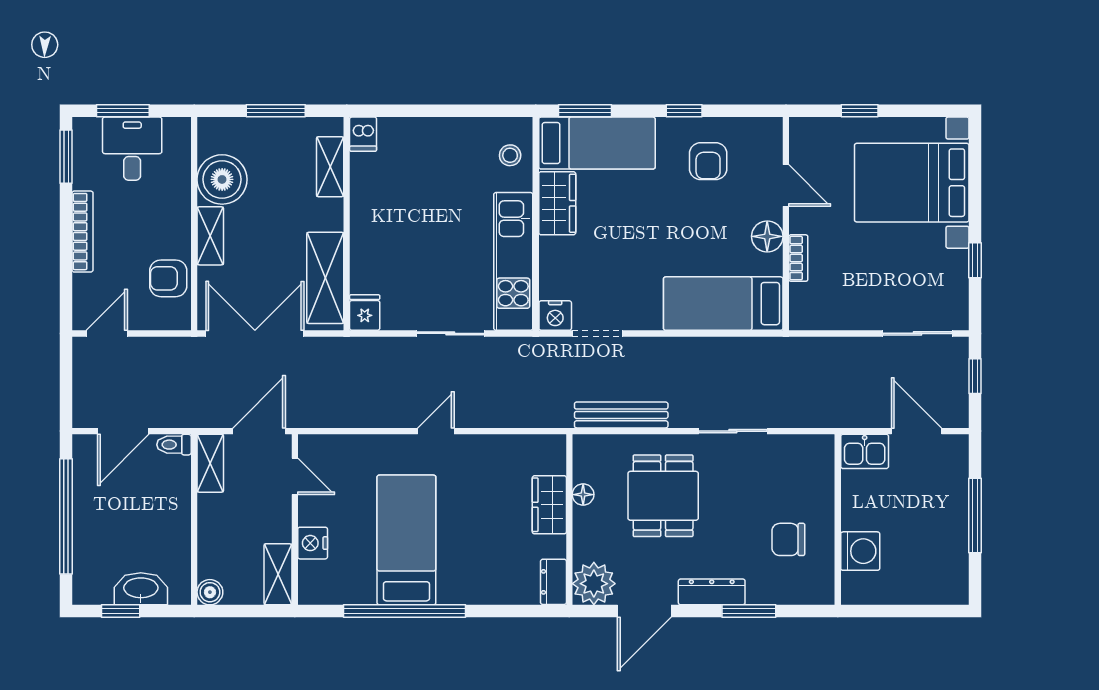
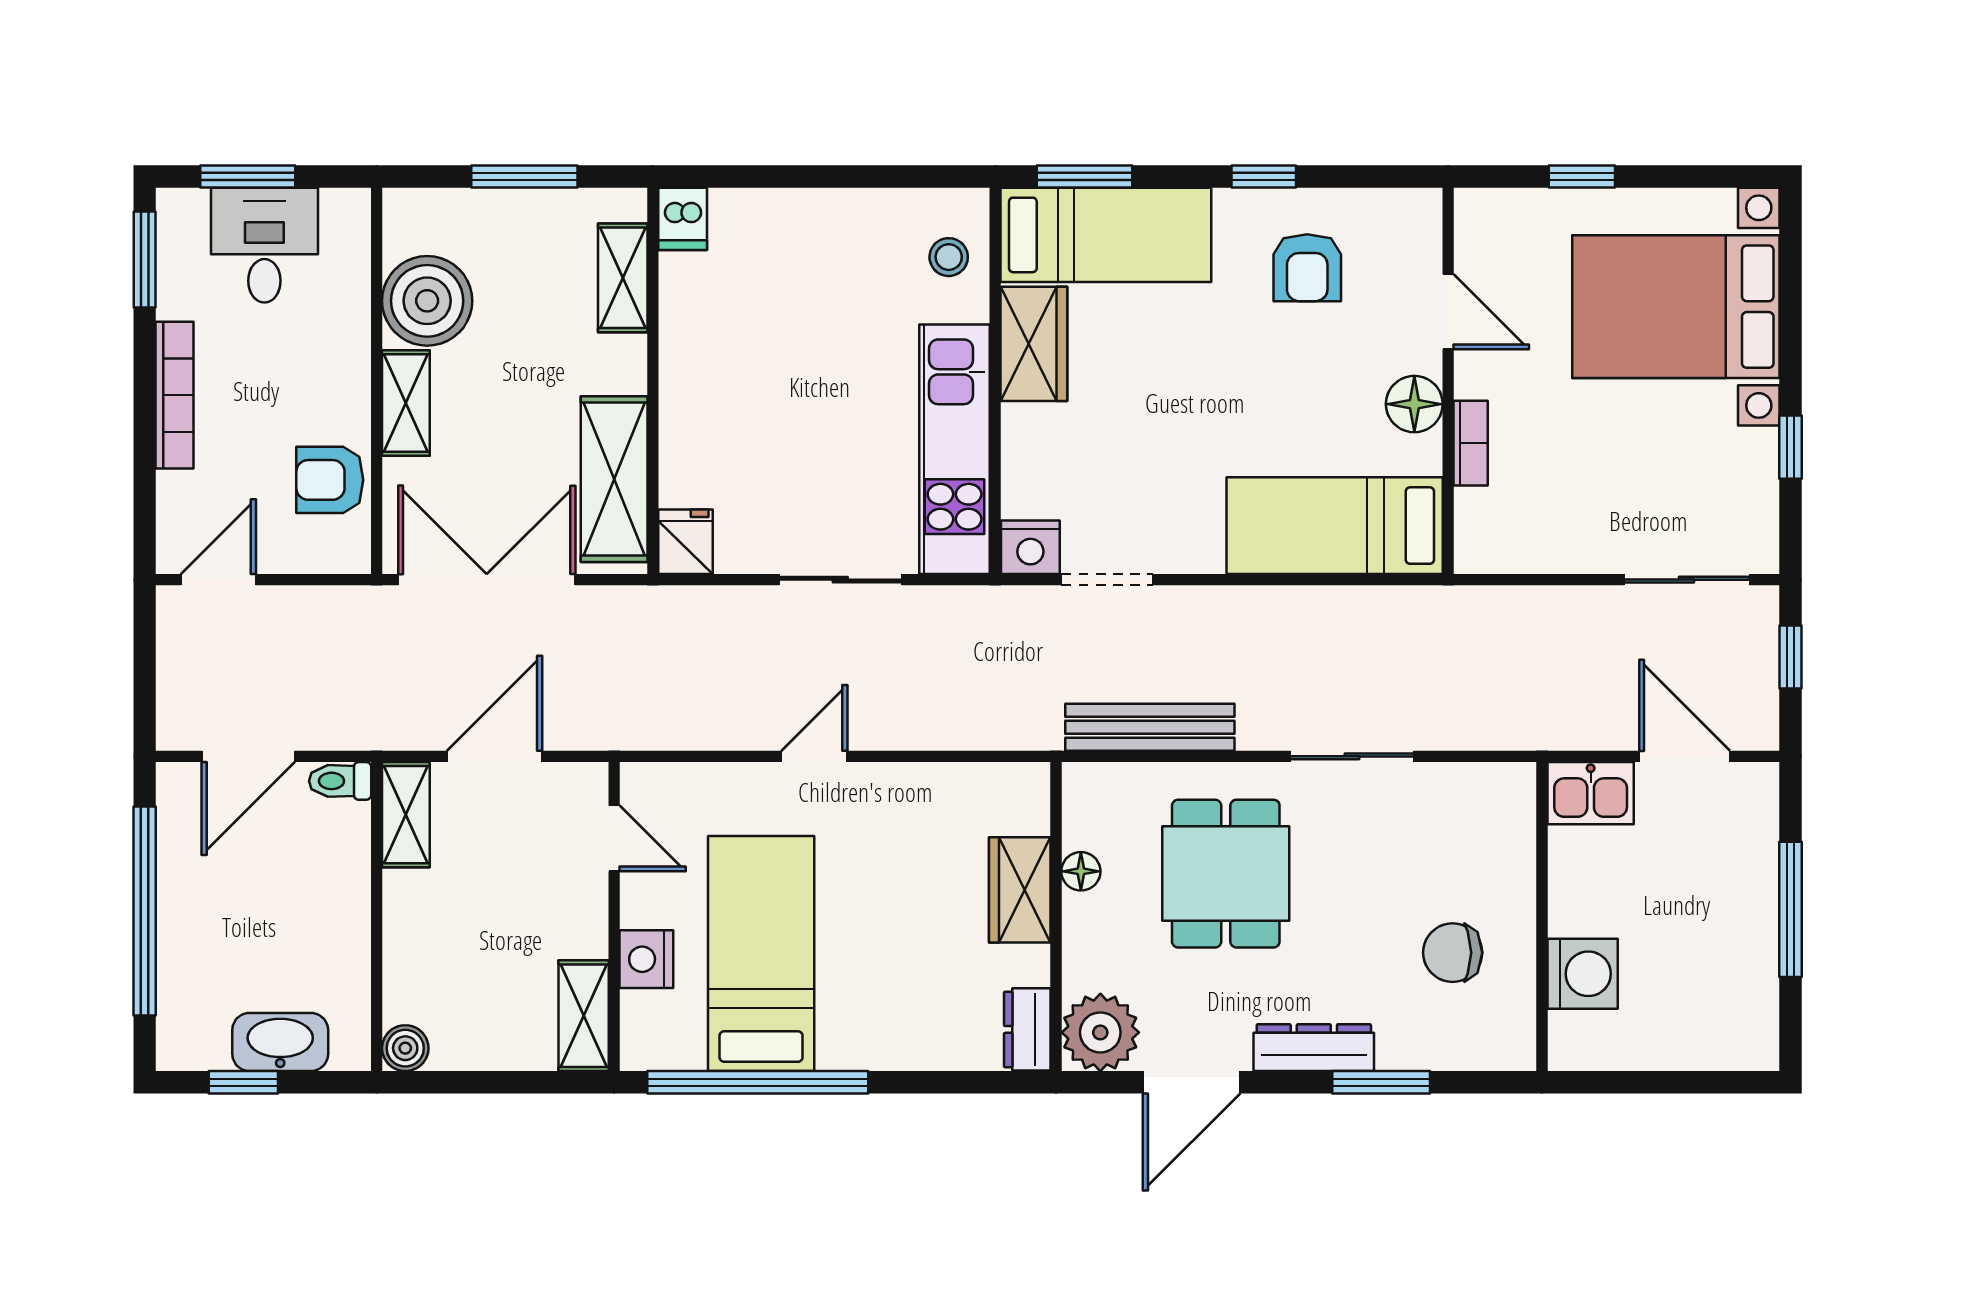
door: (295, 476) -> (614, 838), moved
wall: (295, 520) -> (614, 917), moved
nightstand: (313, 543) -> (646, 959), moved
shelving: (278, 574) -> (584, 1016), moved

